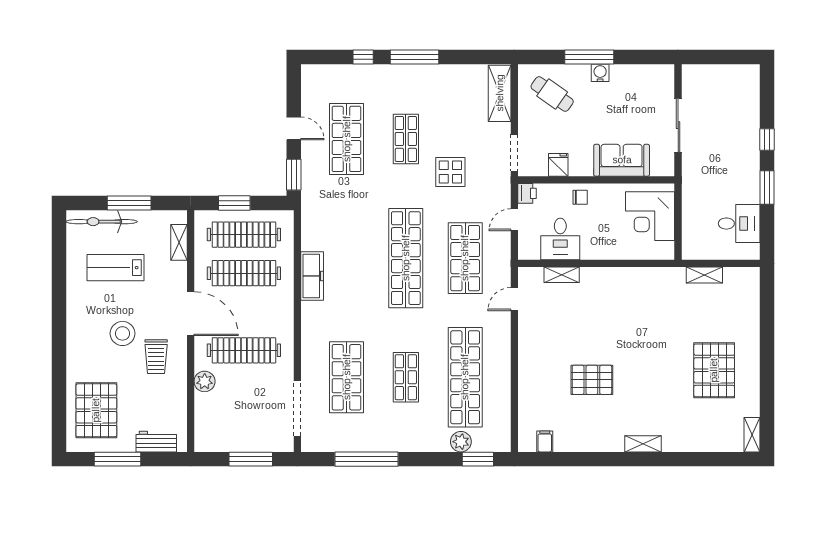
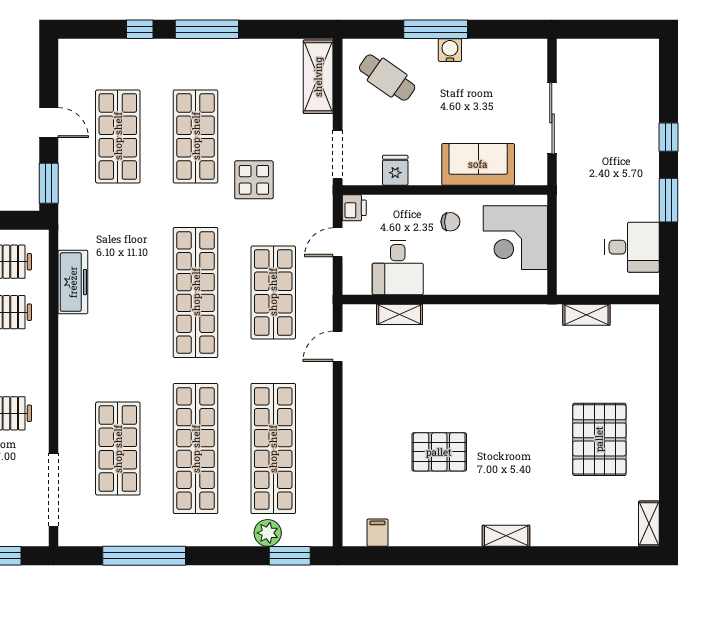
shop shelf: (406, 139) -> (196, 136), width x1.43, depth x1.36
chair: (580, 197) -> (450, 222), moved
freezer: (312, 276) -> (73, 282), moved
shop shelf: (406, 377) -> (196, 449), width x2.00, depth x1.36

